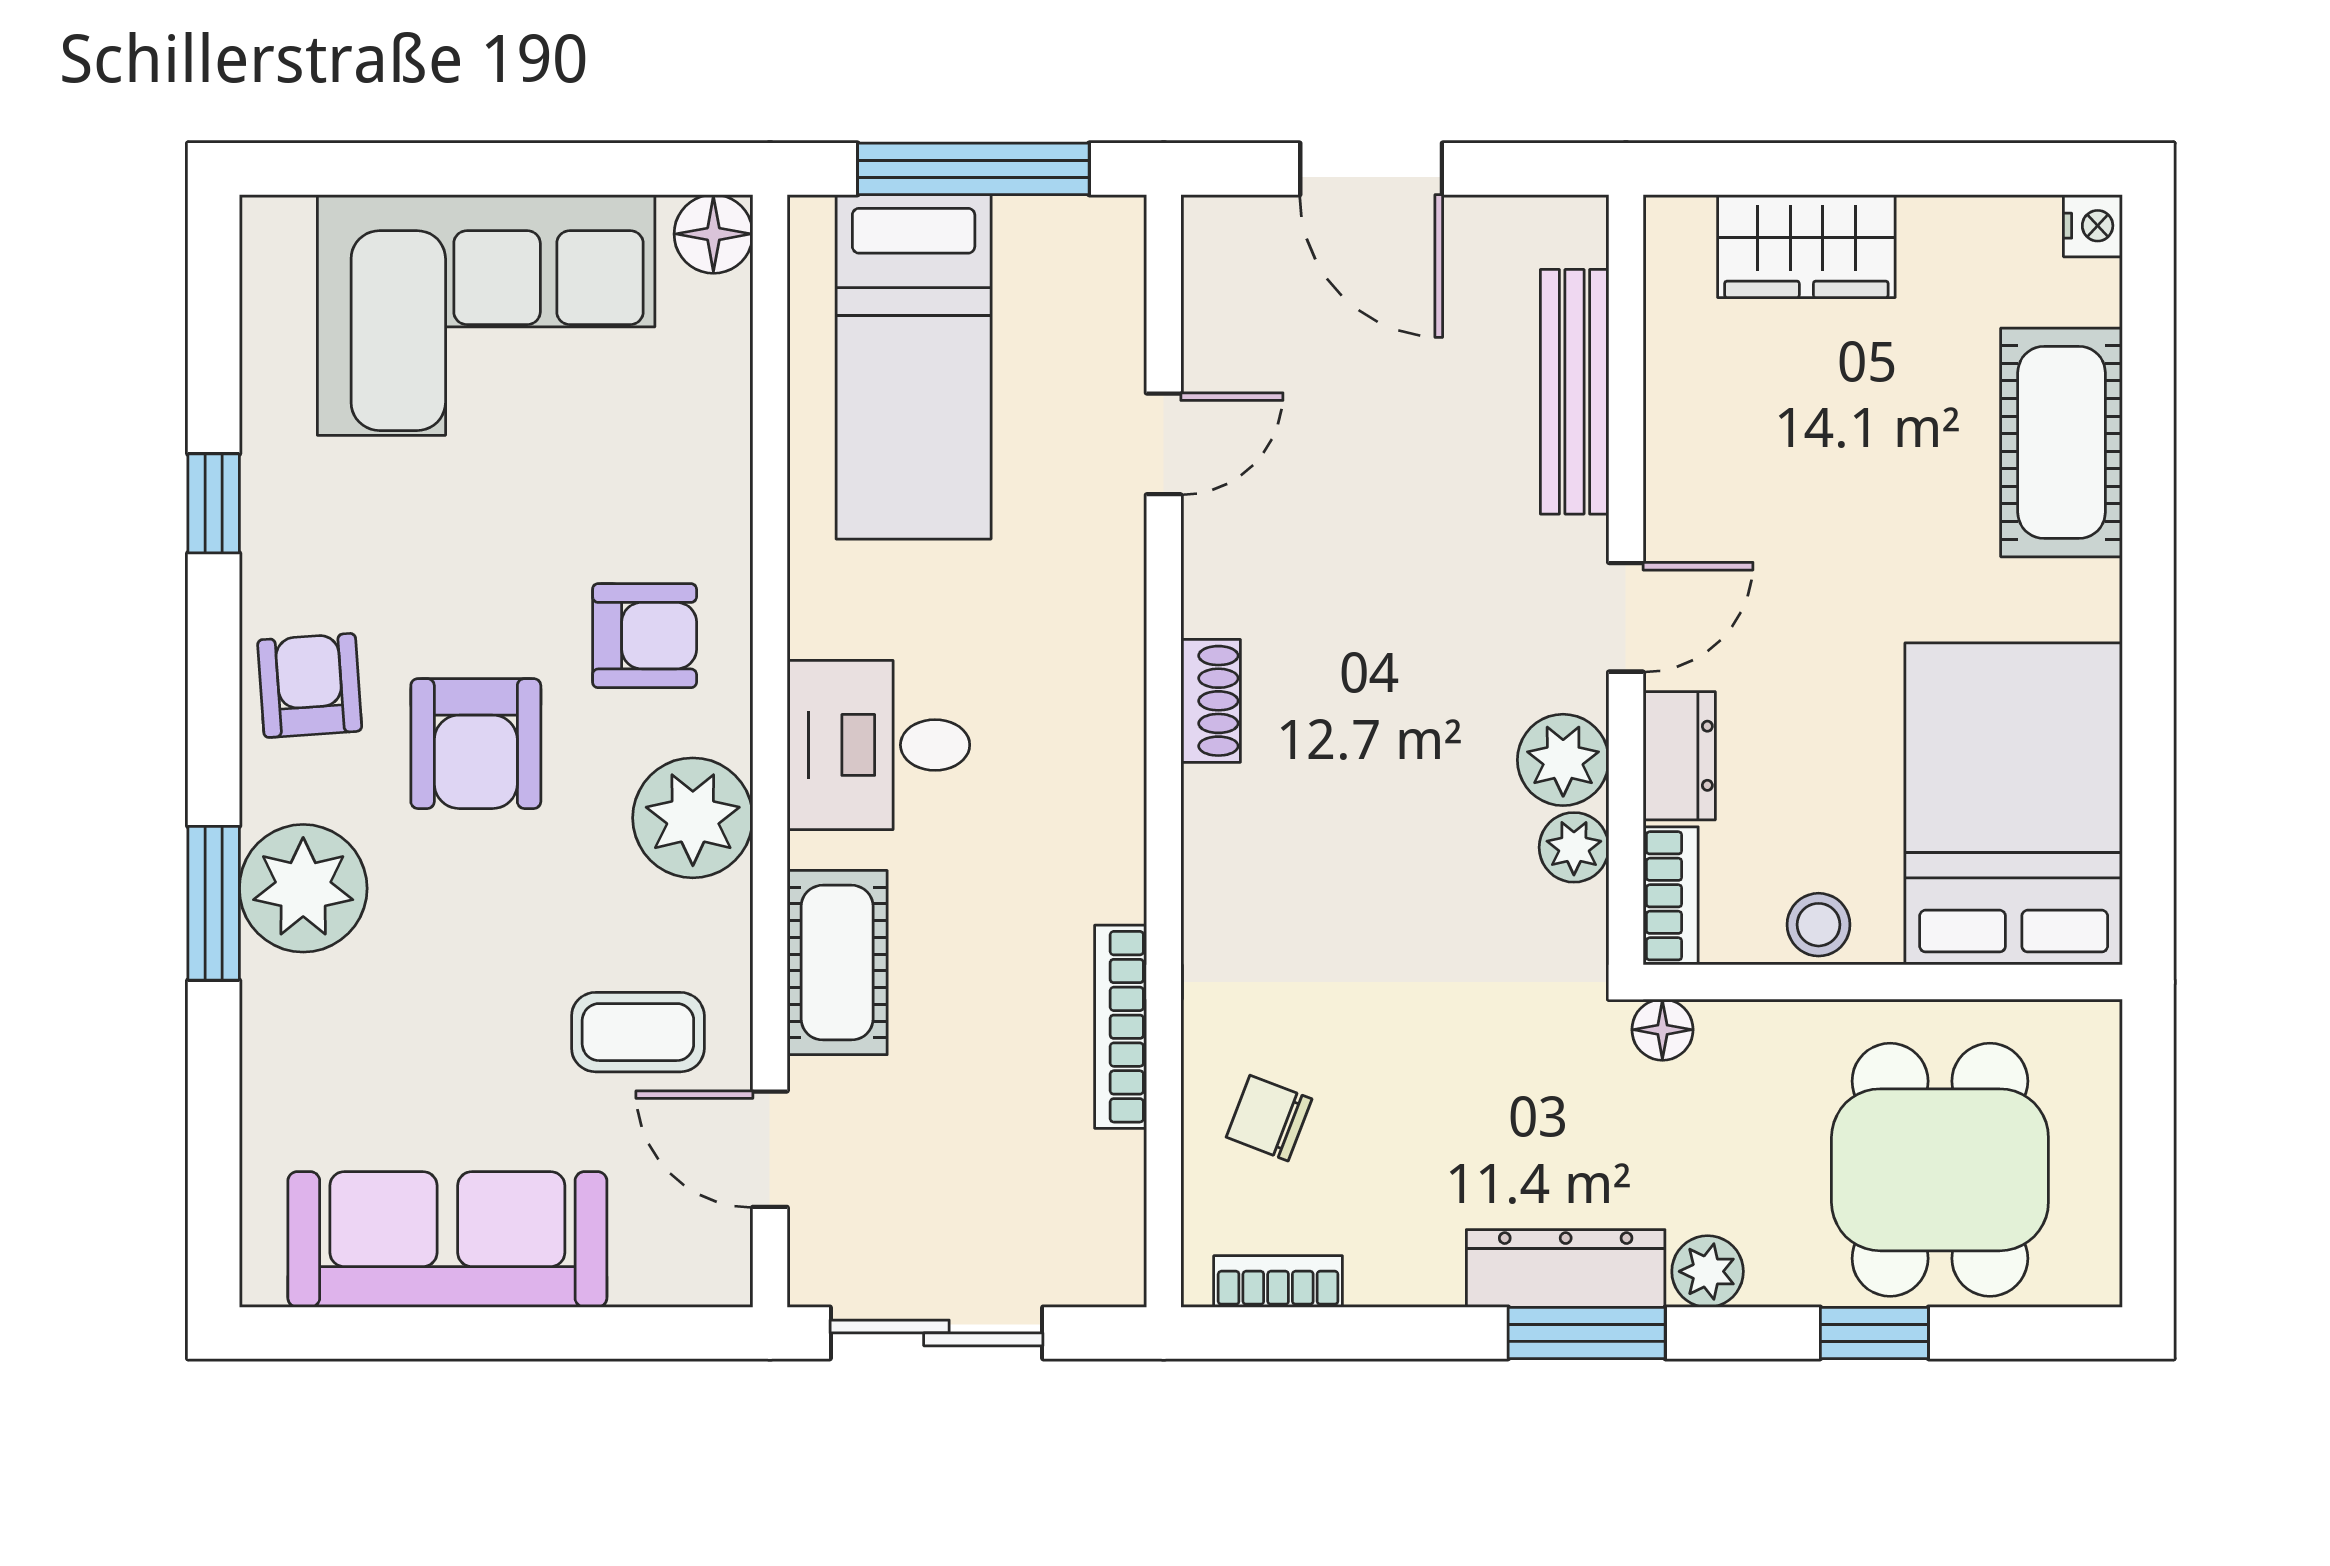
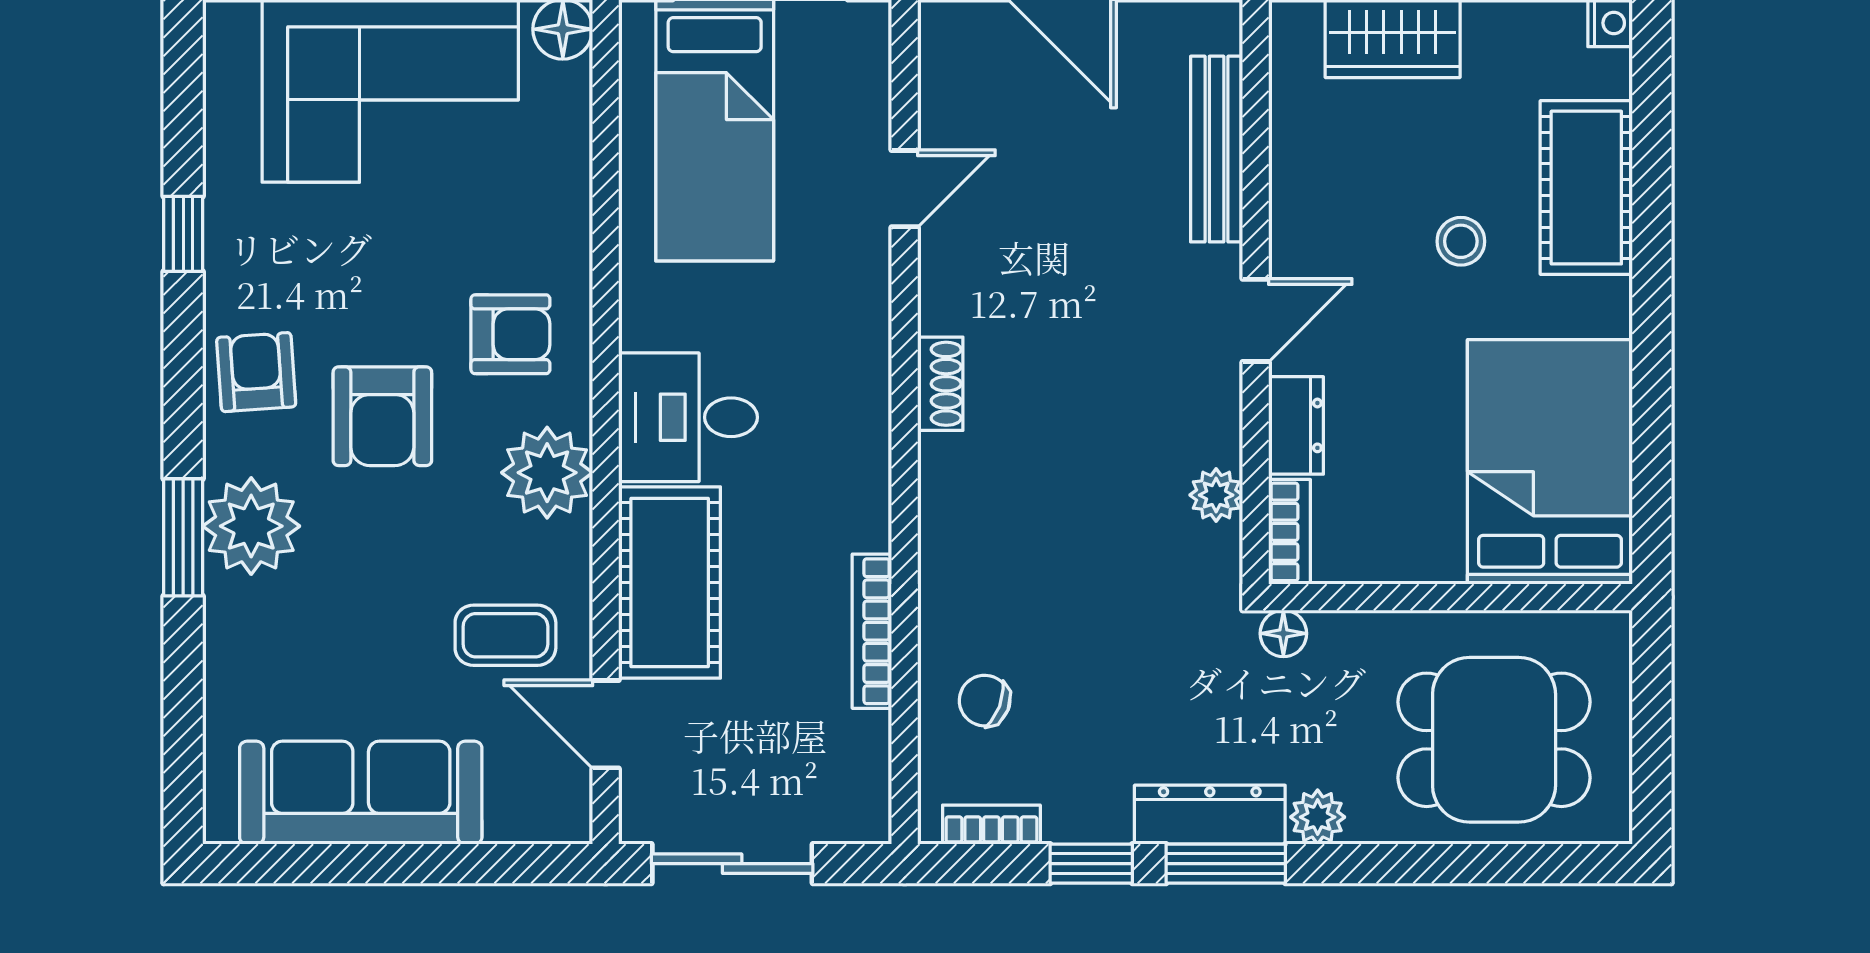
plant: (1563, 760) -> (1208, 429), removed
stool: (1819, 925) -> (1461, 241), moved
cot: (837, 963) -> (670, 582), width x1.37, depth x1.34
dining table: (1940, 1170) -> (1494, 740), turned 90
window: (1874, 1333) -> (1091, 864), moved

